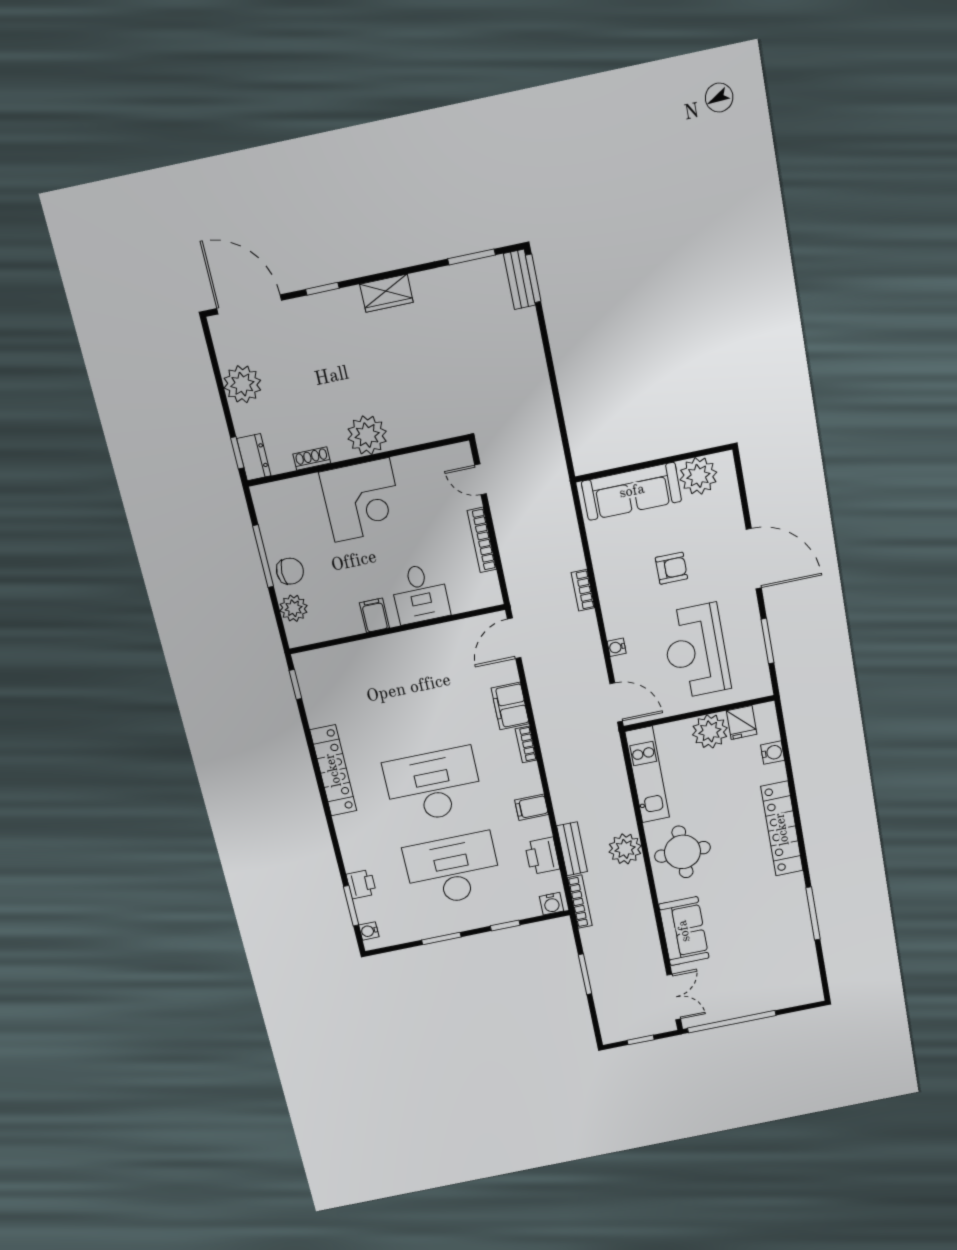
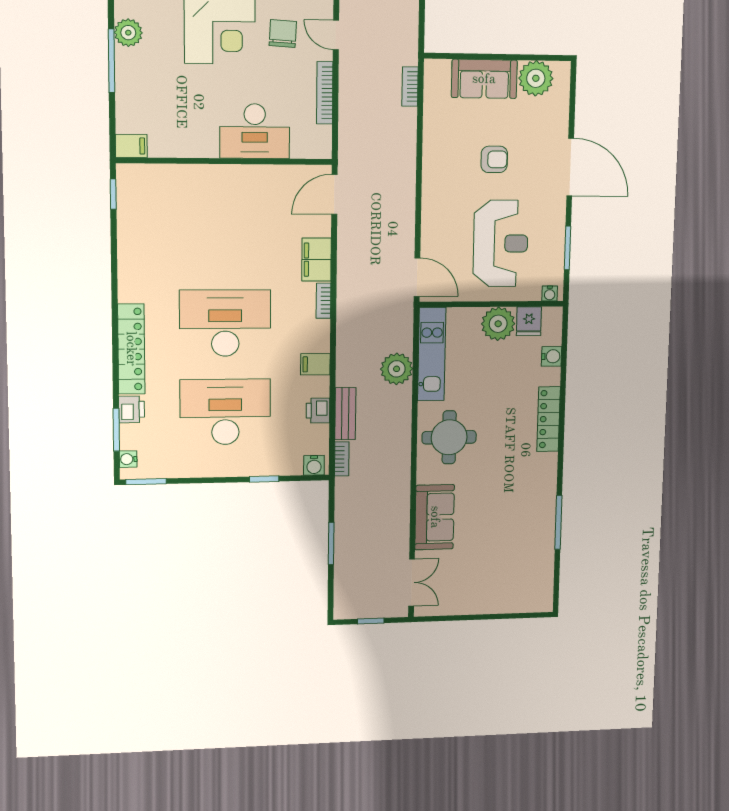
sofa: (632, 491) -> (484, 79), width x0.73
chair: (290, 571) -> (283, 34), moved, turned -87
bookcase: (583, 590) -> (410, 87), moved
desk: (420, 594) -> (255, 131), width x1.37
plant: (294, 608) -> (128, 33), moved
filing cabinet: (374, 615) -> (131, 146), moved, turned 90
water cooler: (617, 647) -> (550, 293), moved, turned -90
reception desk: (696, 651) -> (501, 243), turned 180
locker: (333, 770) -> (131, 349), moved
locker: (782, 829) -> (549, 419), width x0.71, depth x0.83
plant: (625, 849) -> (397, 369), moved
printer: (542, 856) -> (318, 410), width x0.73, depth x0.81
bookcase: (580, 902) -> (342, 459), width x0.64
window: (441, 938) -> (146, 482), moved
window: (732, 1022) -> (462, 618), removed

